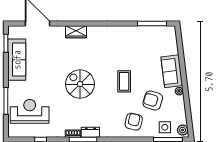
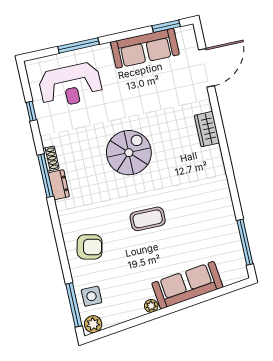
sofa: (172, 71) -> (187, 285), width x1.36
armchair: (153, 101) -> (128, 269), removed
reception desk: (30, 111) -> (70, 85), turned 90

